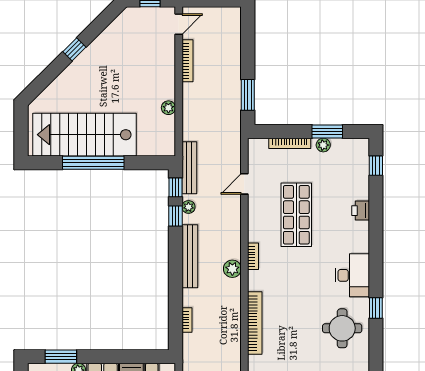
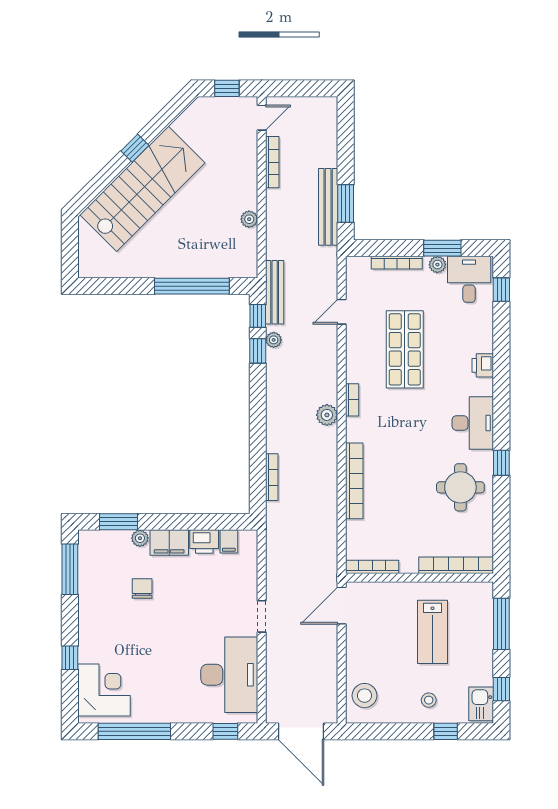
stairs: (85, 135) -> (142, 189), moved, turned 135
desk: (349, 157) -> (469, 279), added
window: (93, 163) -> (192, 286), moved
printer: (361, 211) -> (483, 365), moved
bench: (190, 256) -> (328, 207), moved
bookcase: (187, 320) -> (272, 477), width x1.56

